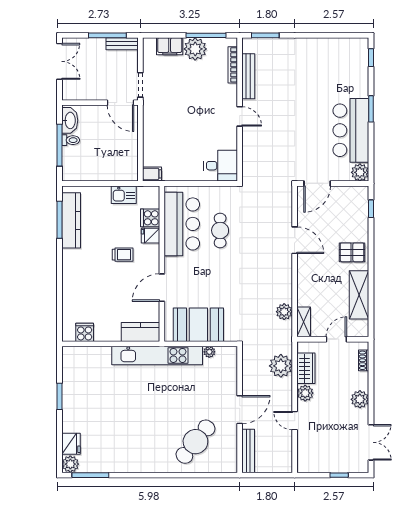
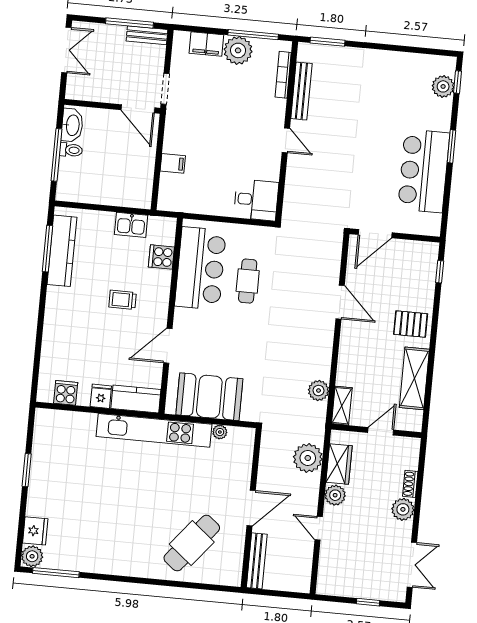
plant: (360, 172) -> (443, 86), moved
filing cabinet: (152, 174) -> (173, 163), moved
fridge: (150, 236) -> (101, 396), moved, turned 90
trolley: (123, 255) -> (123, 300), turned 180
shoe rack: (364, 360) -> (410, 484), moved

